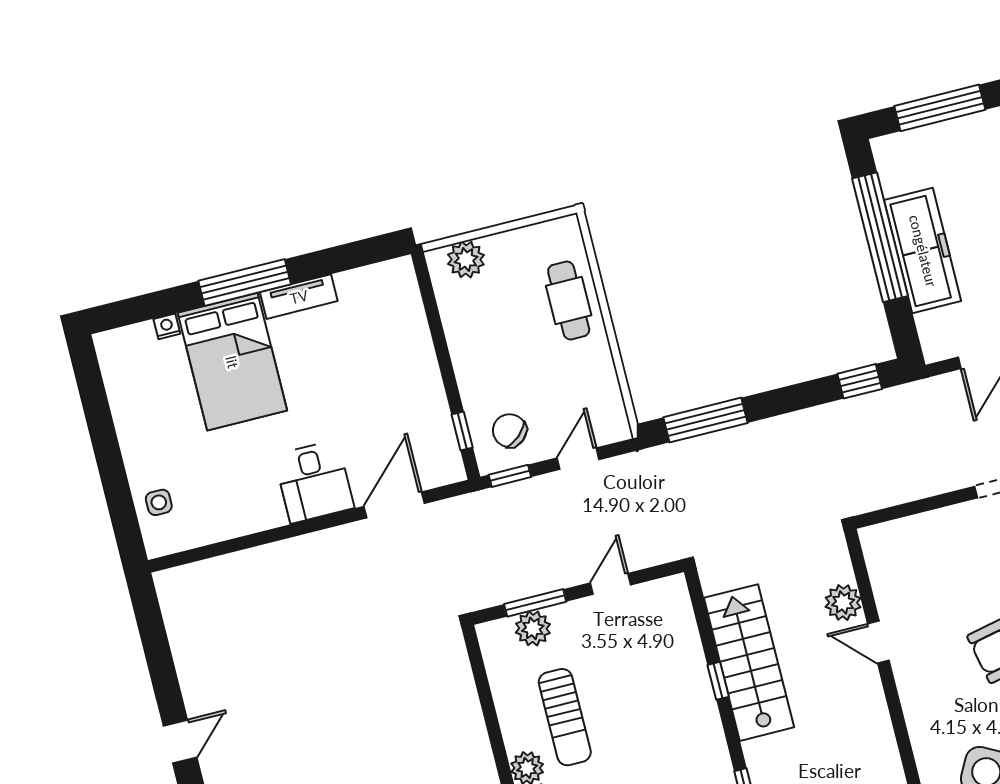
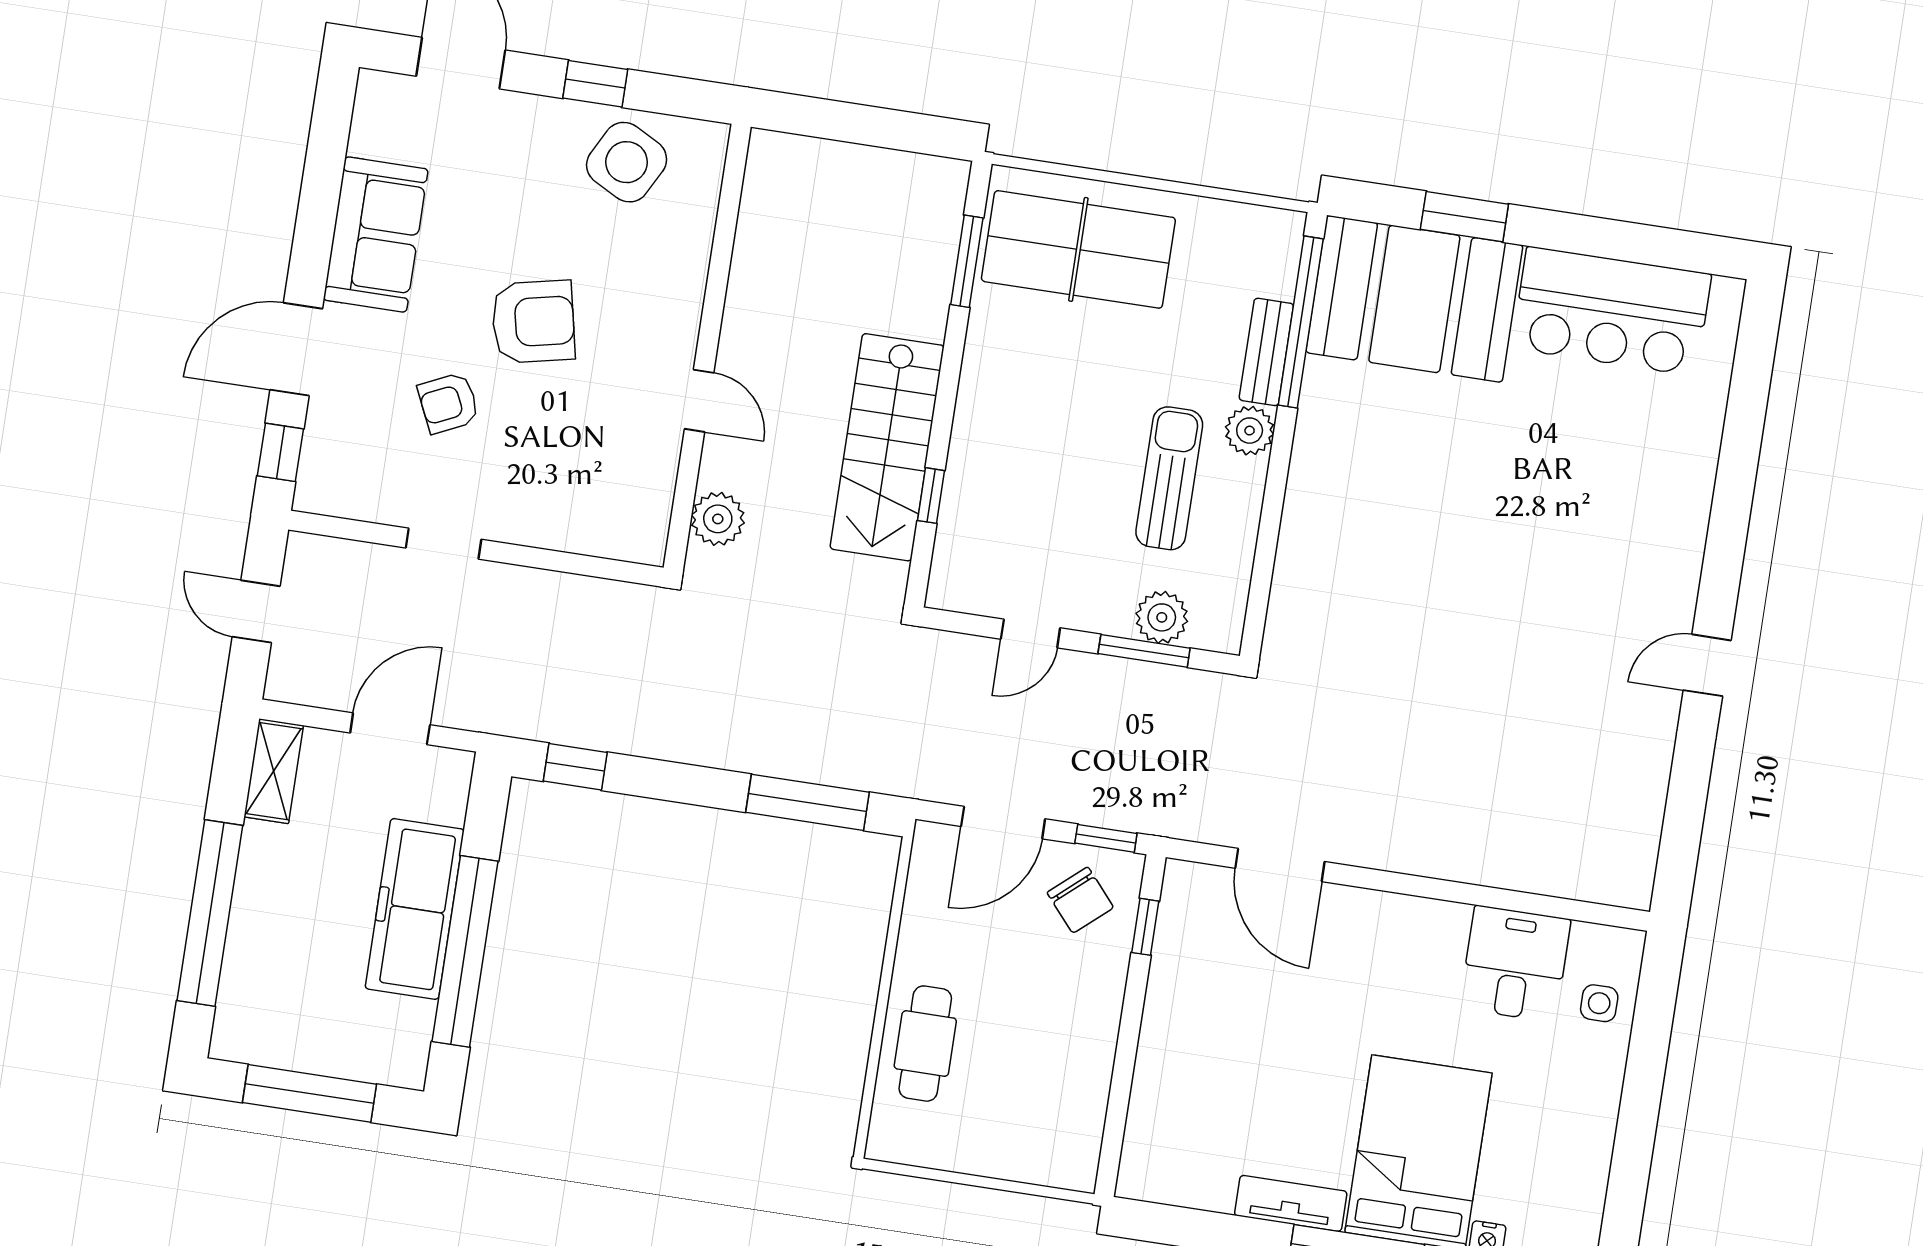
plant: (466, 260) -> (1042, 1158), removed
door: (578, 459) -> (1003, 823), width x1.37
desk: (314, 482) -> (1515, 964), moved
door: (394, 505) -> (1280, 865), hinge flipped
plant: (843, 602) -> (718, 519), moved
window: (718, 681) -> (931, 496), moved

